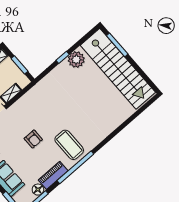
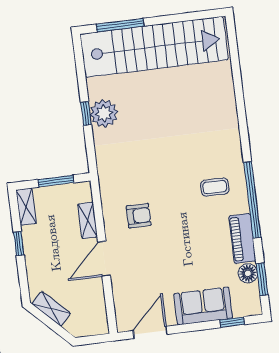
plant: (76, 60) -> (104, 113), moved
armchair: (33, 139) -> (139, 216), moved
coffee table: (69, 145) -> (215, 187), width x0.54, depth x0.58

